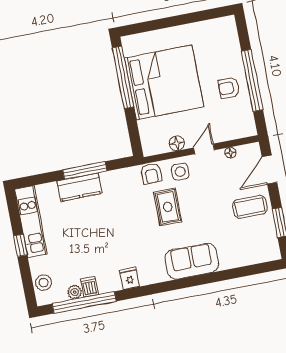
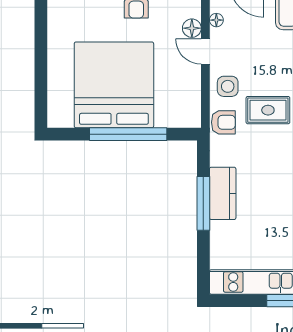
window: (123, 77) -> (128, 134), moved
floor lamp: (177, 143) -> (192, 28), moved
kitchen counter: (79, 187) -> (223, 193), moved

